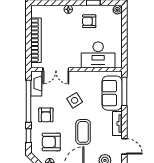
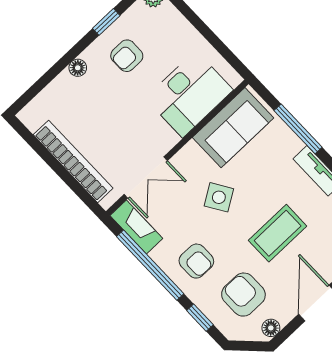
window: (124, 91) -> (298, 129), moved
sofa: (112, 93) -> (233, 128), moved, turned -90
coffee table: (83, 132) -> (278, 233), turned 90
armchair: (51, 142) -> (243, 295), turned 90

